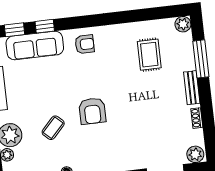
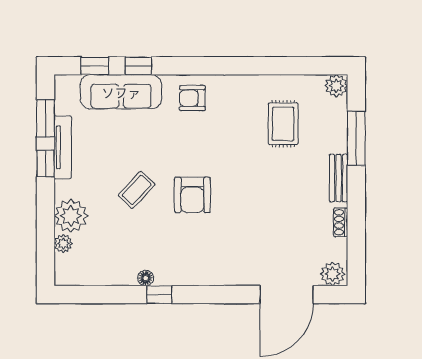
armchair: (85, 44) -> (192, 98), turned 180
coffee table: (53, 128) -> (137, 190), moved

